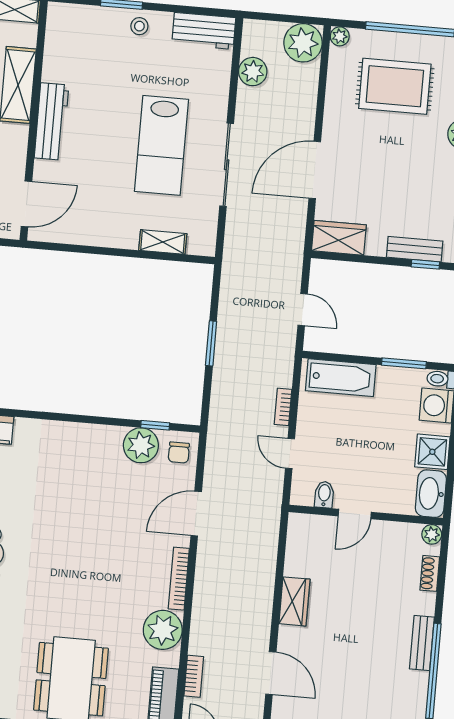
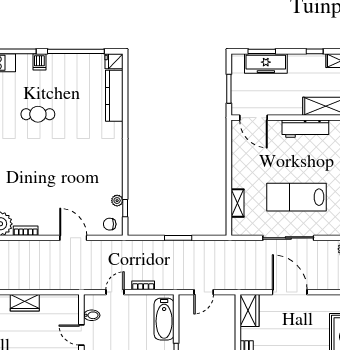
plant: (141, 445) -> (117, 201), width x0.53, depth x0.53
bookcase: (179, 579) -> (26, 231), width x0.64

